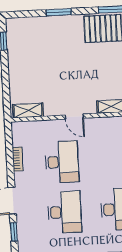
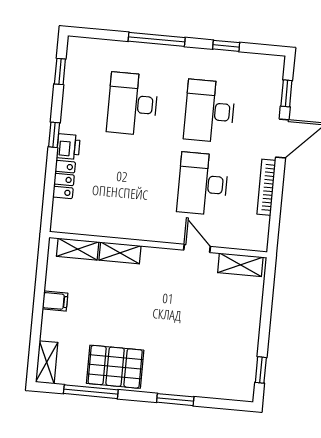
door: (74, 117) -> (197, 248), moved
bookcase: (18, 159) -> (266, 187), width x1.56

